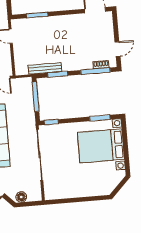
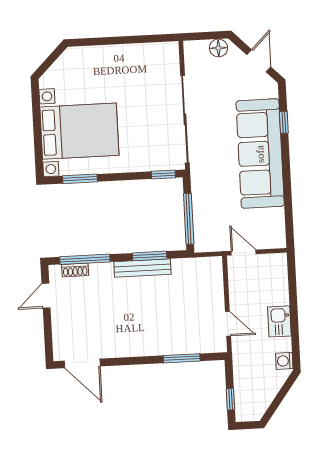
bench: (45, 68) -> (142, 268), moved

